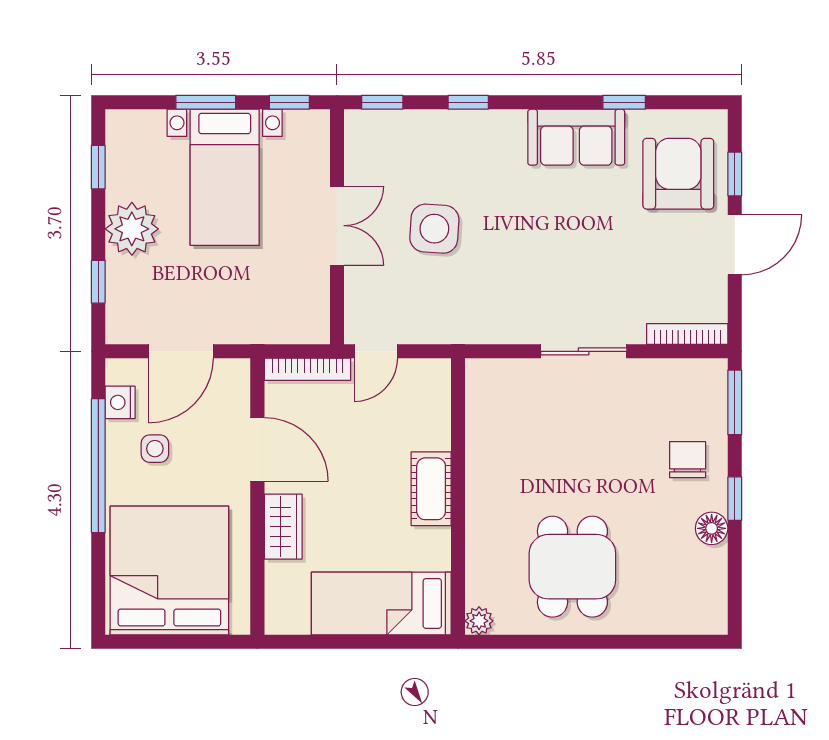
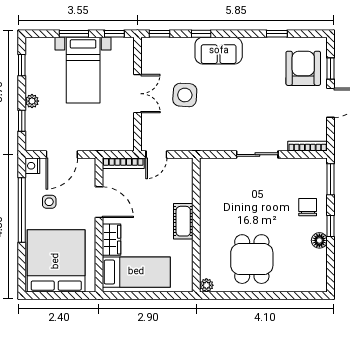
sofa: (576, 137) -> (219, 51), moved
plant: (132, 229) -> (32, 101), width x0.53, depth x0.53
nightstand: (120, 402) -> (32, 166), moved
bed: (381, 603) -> (136, 272), moved, turned 180

